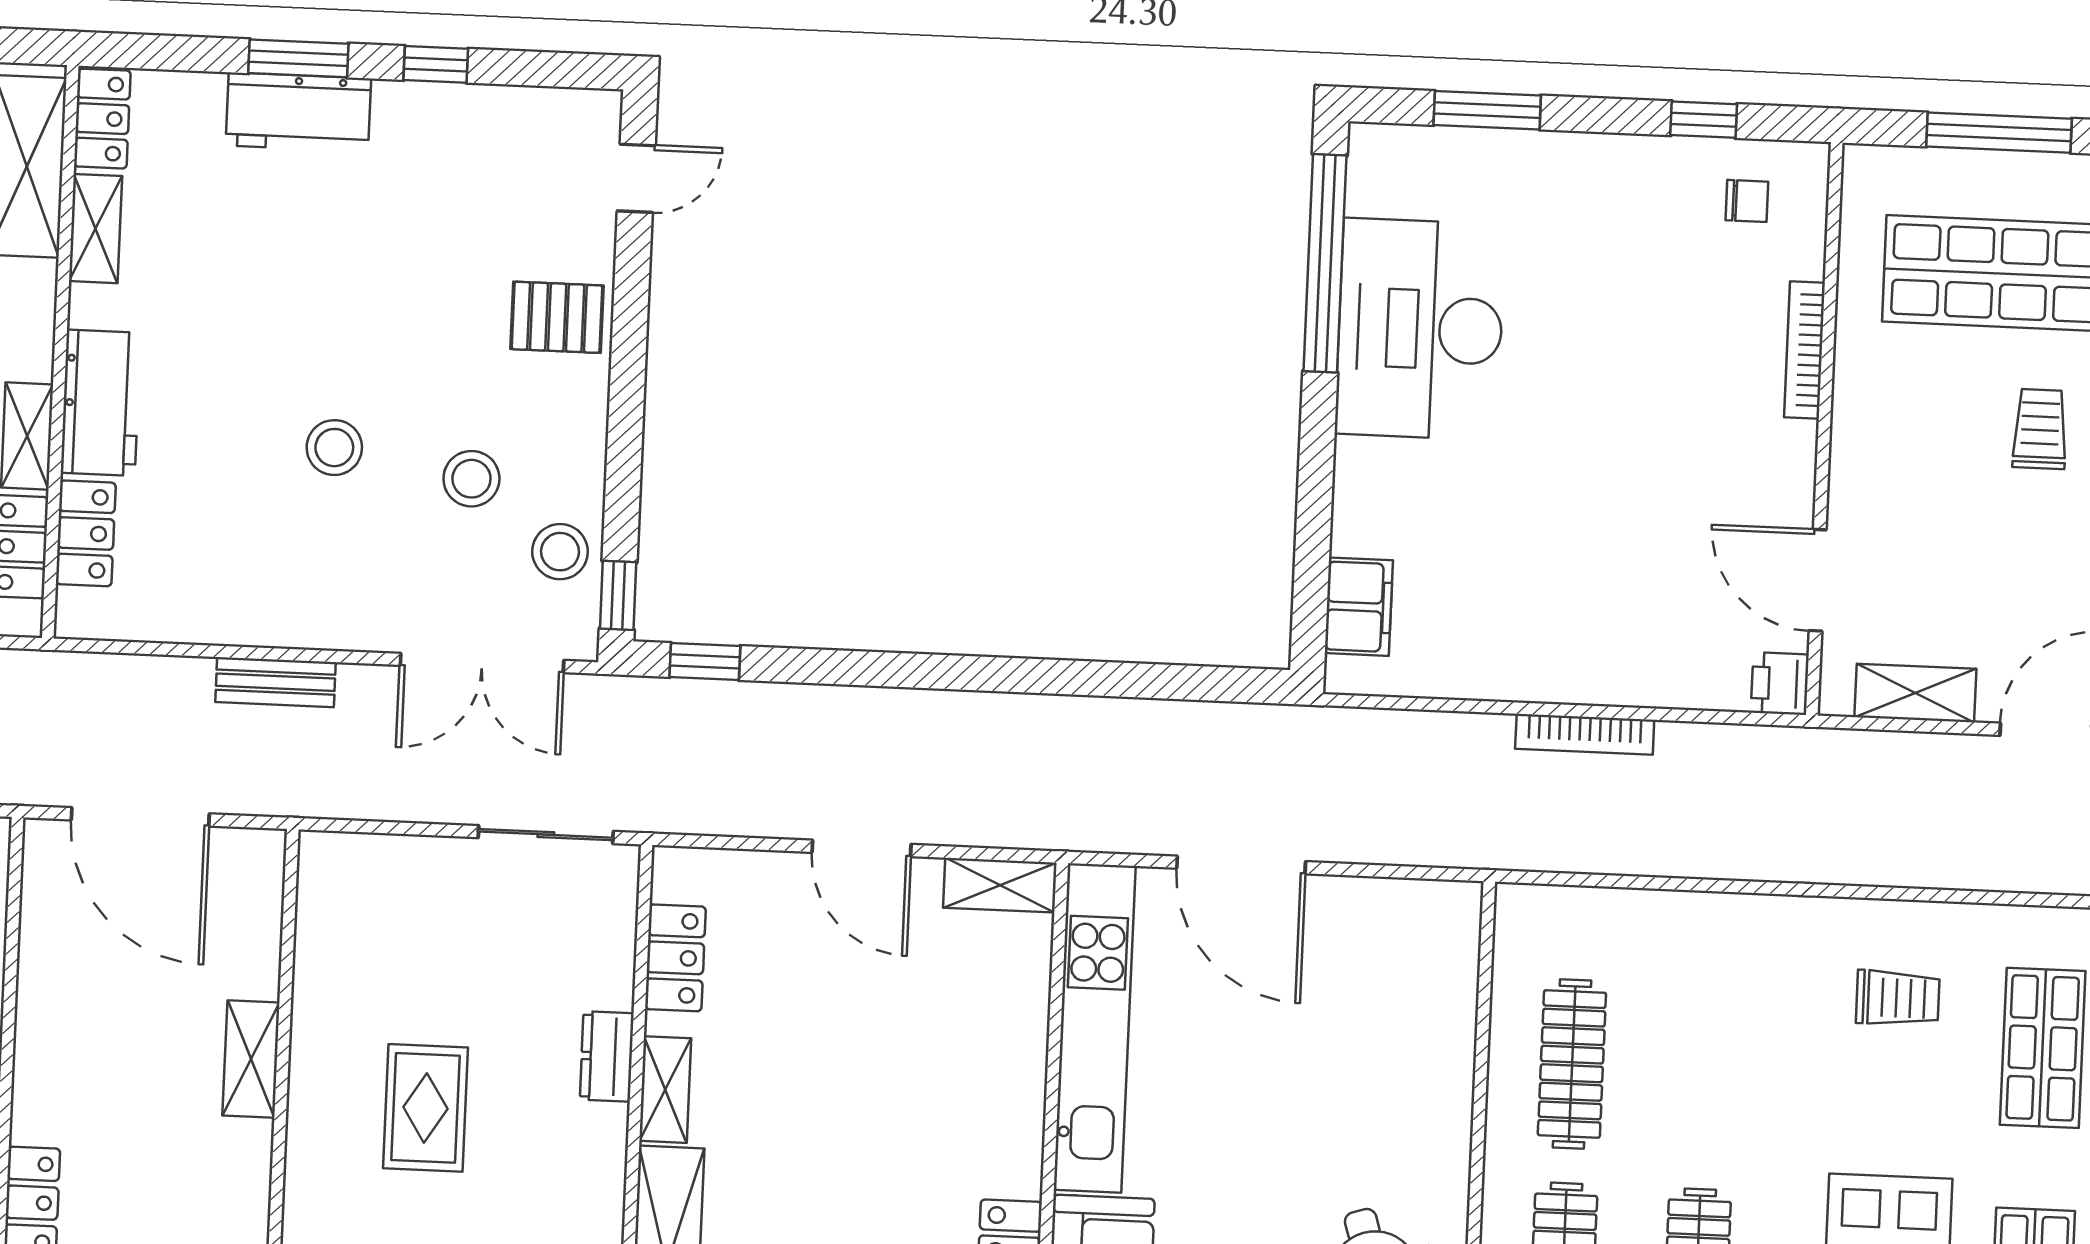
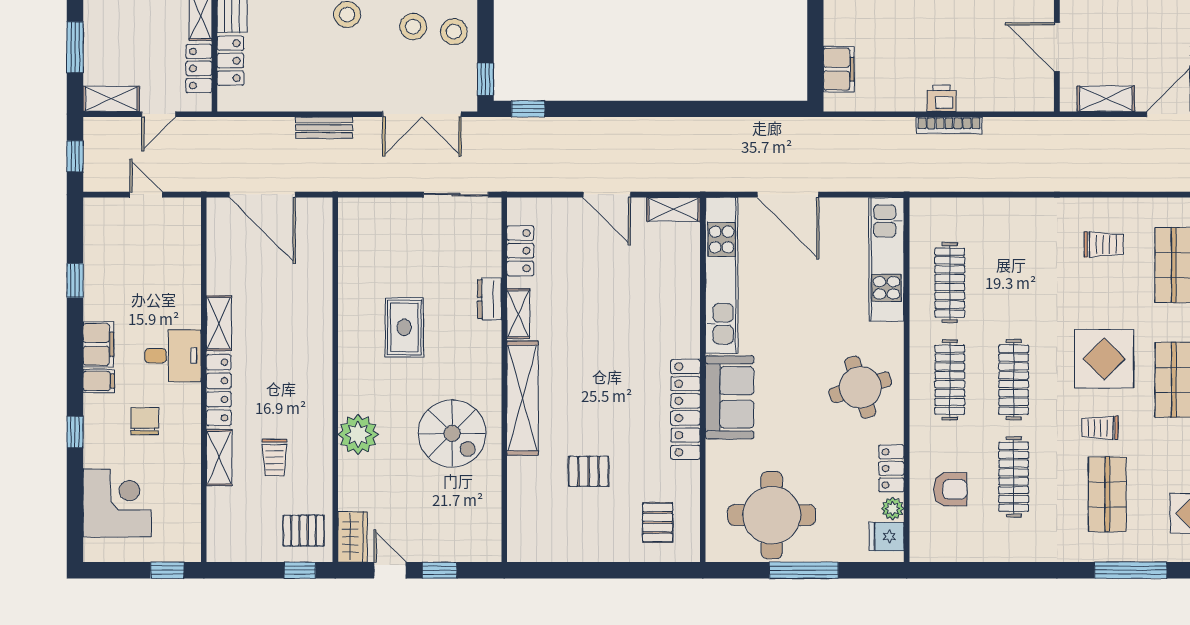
stool: (560, 552) -> (454, 32), moved
printer: (1780, 683) -> (942, 98), moved, turned 90
kitchen unit: (1441, 1009) -> (886, 259), added
shelving: (251, 1059) -> (219, 323), moved

